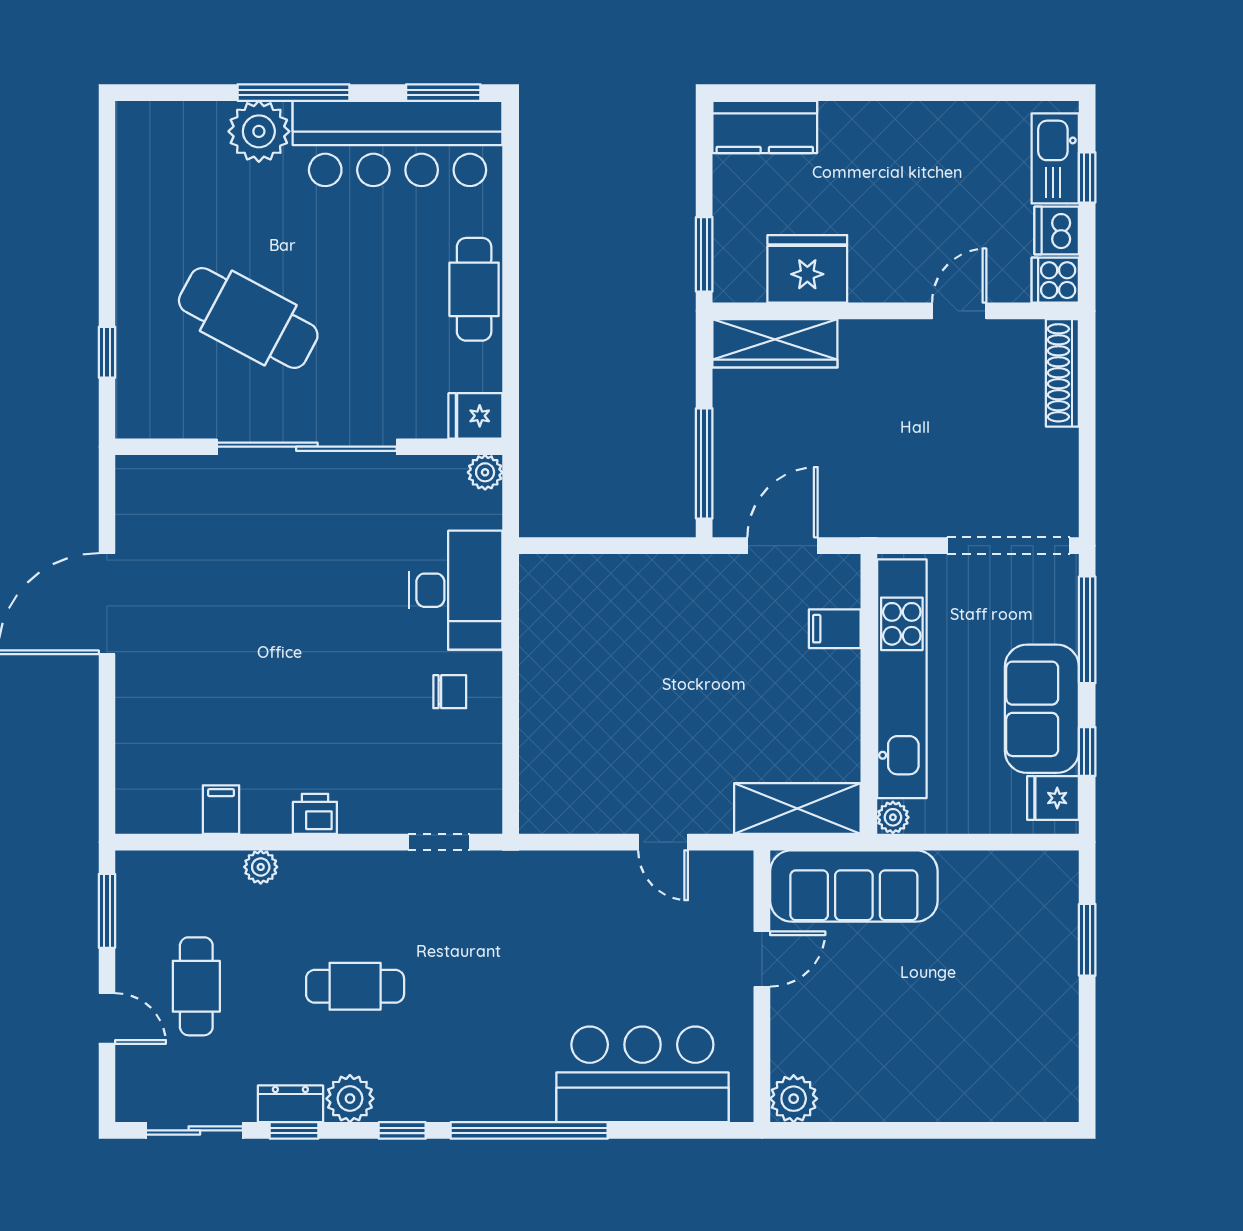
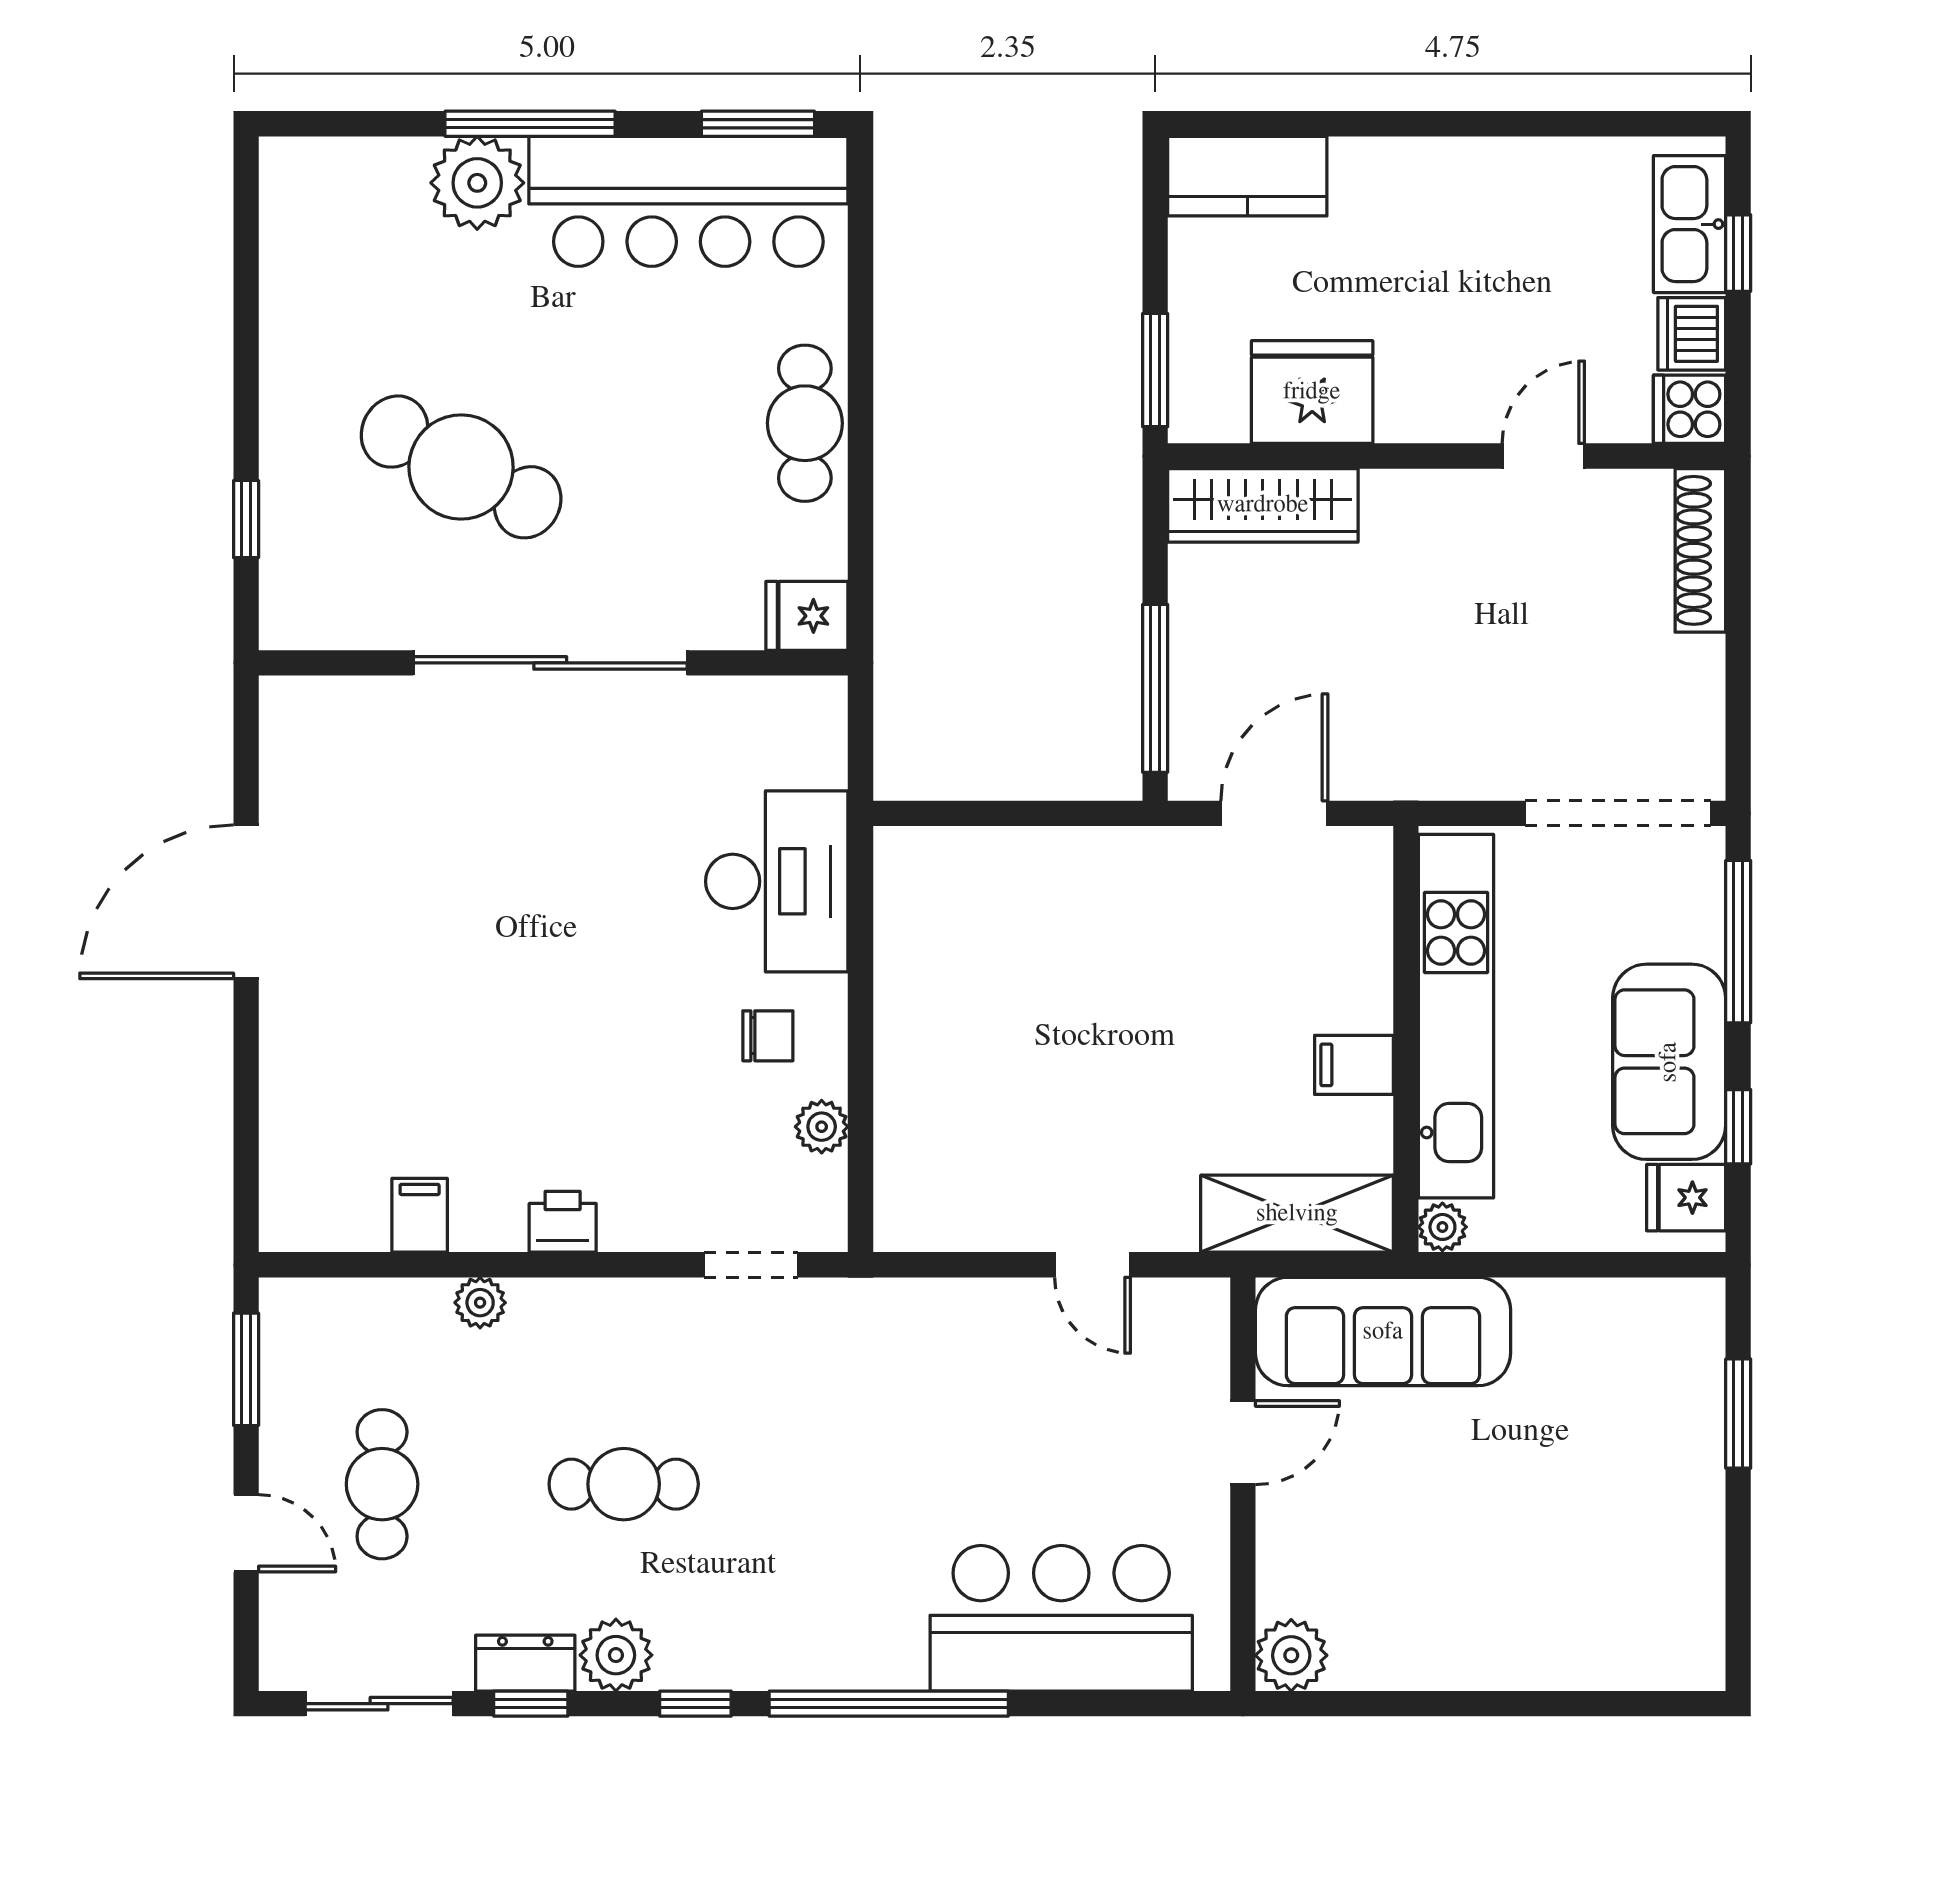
plant: (485, 472) -> (822, 1127), moved
filing cabinet: (835, 629) -> (1354, 1065), moved

